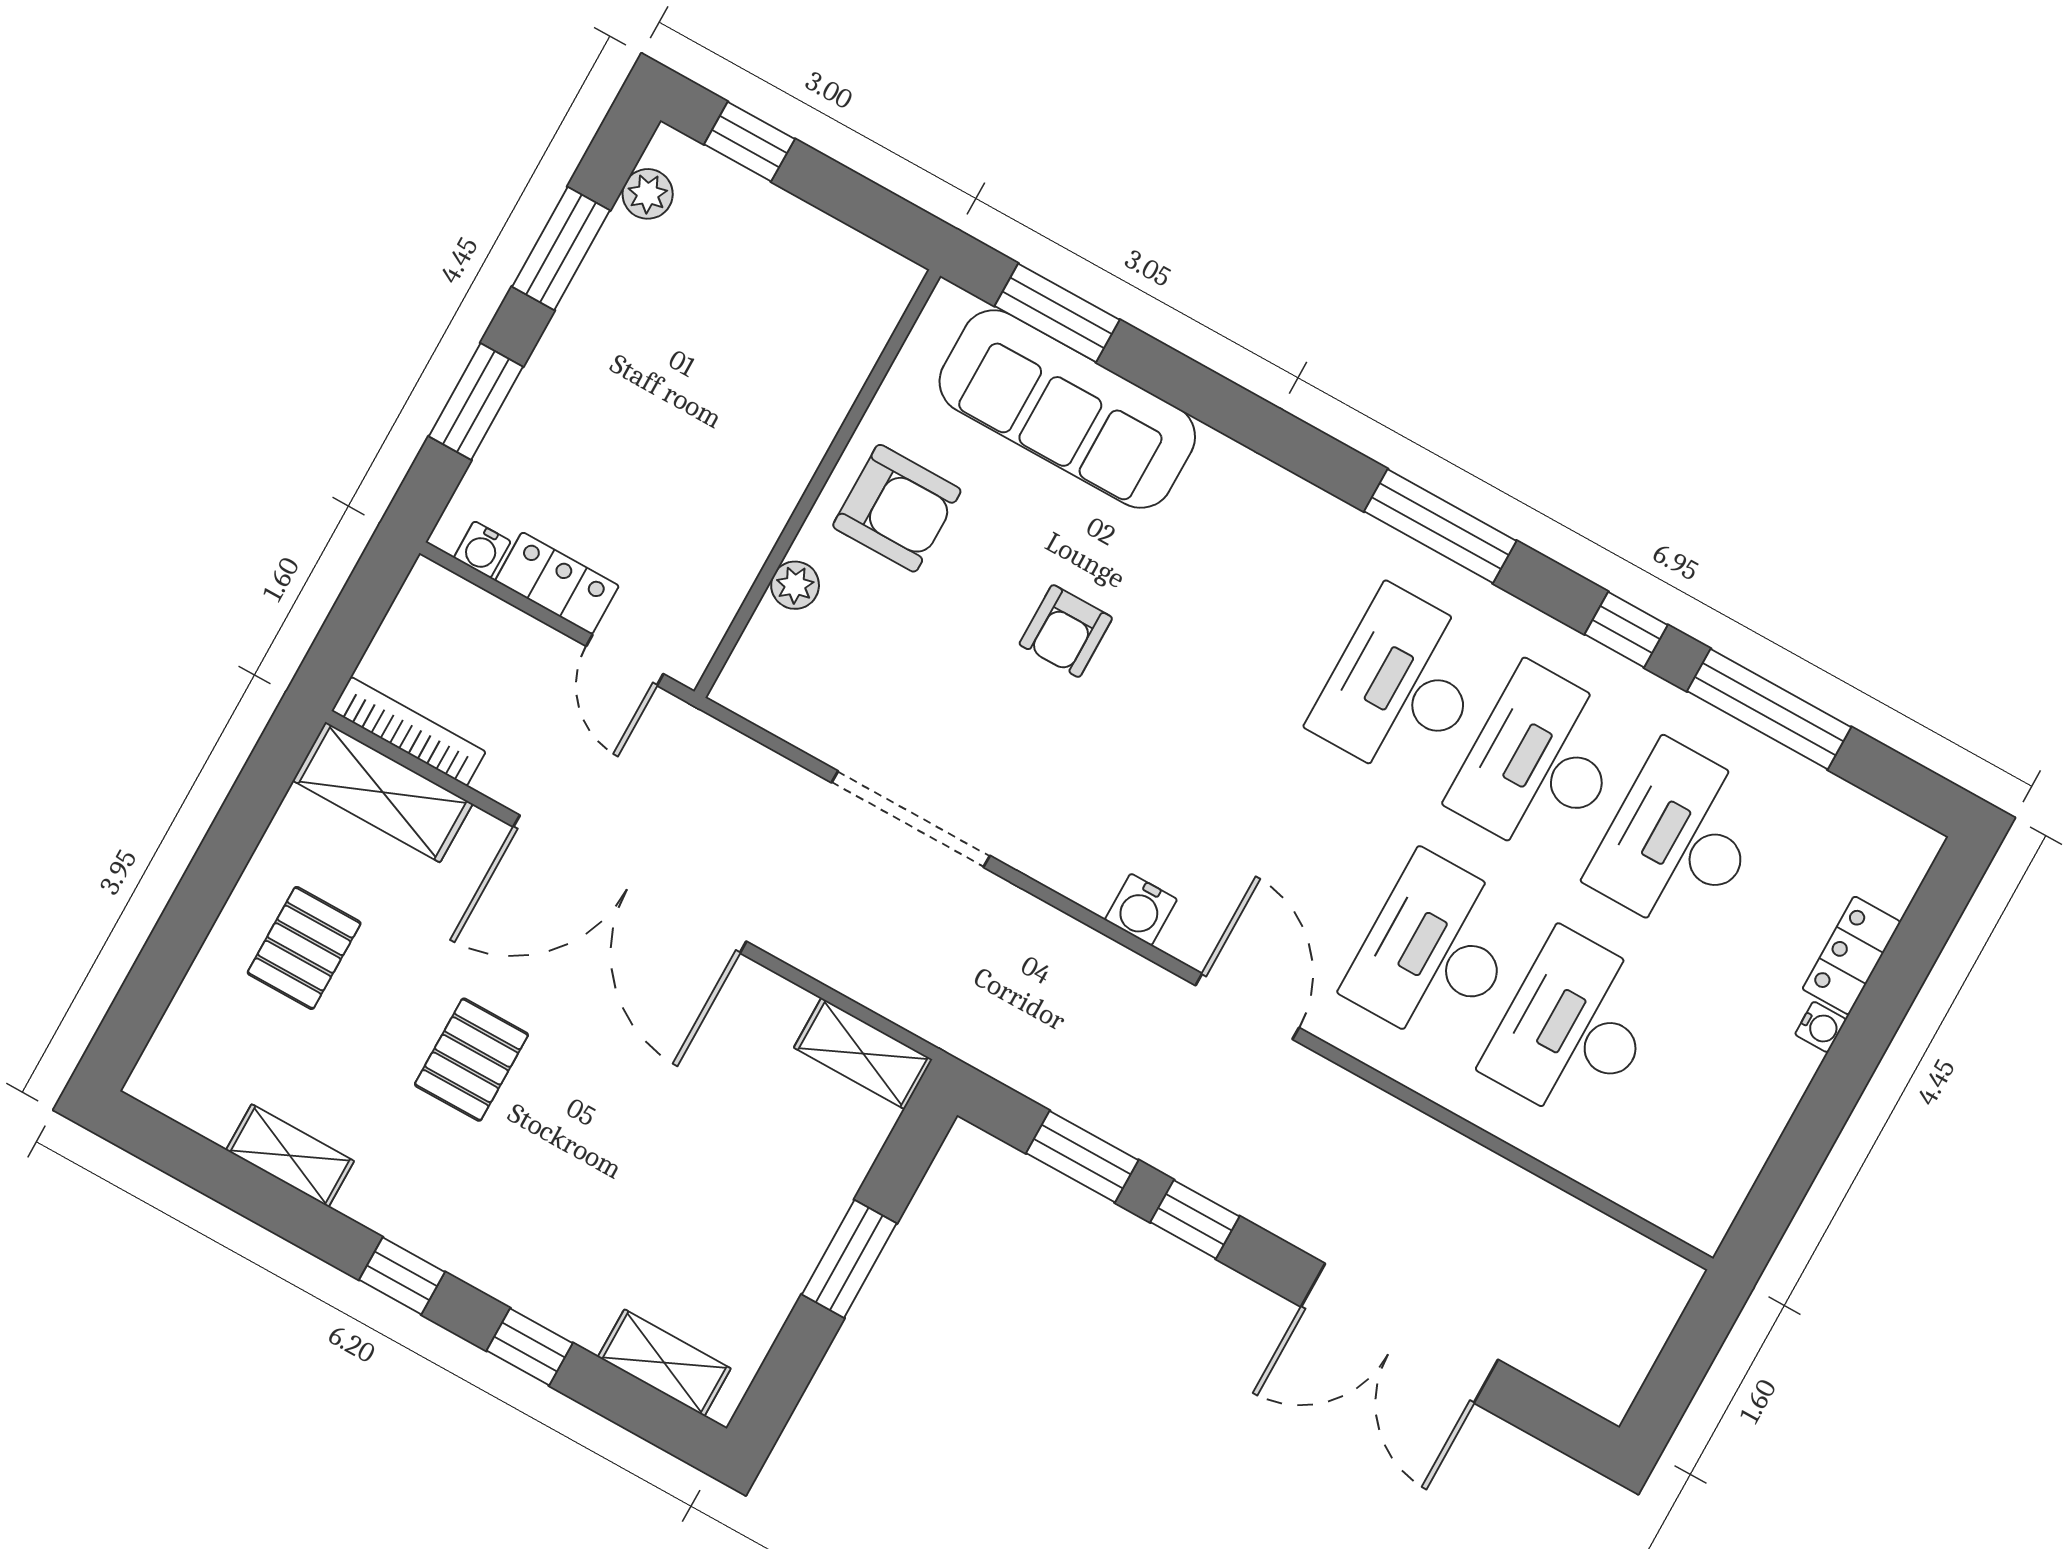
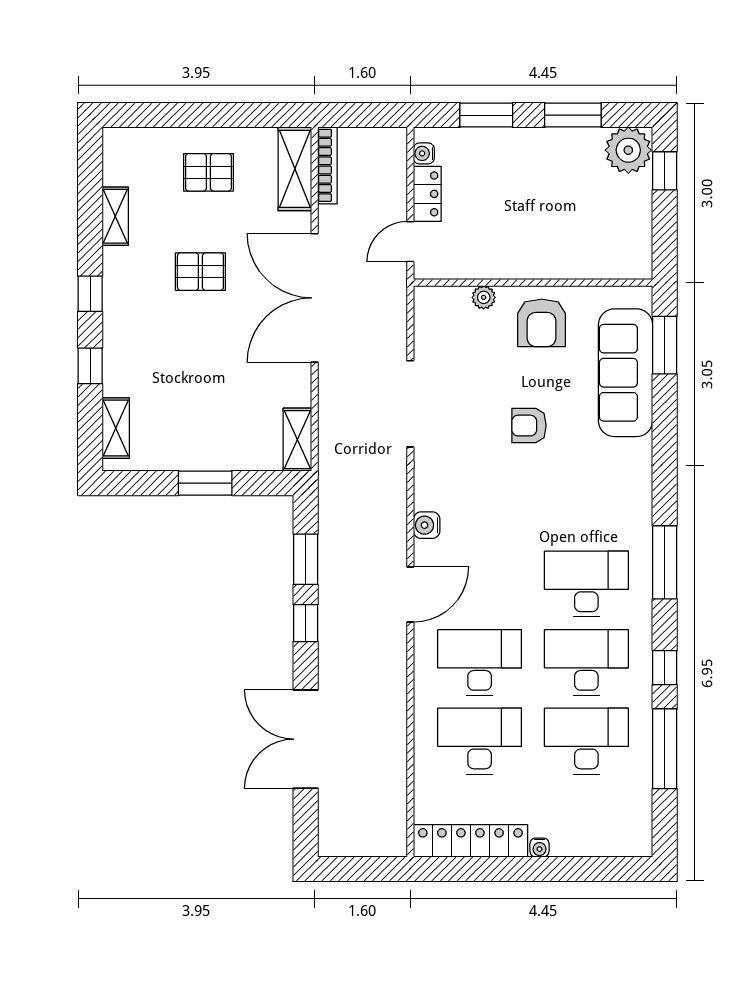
plant: (648, 194) -> (628, 150), width x1.88, depth x1.88
locker: (1852, 955) -> (470, 841), moved, width x2.16, depth x1.21

